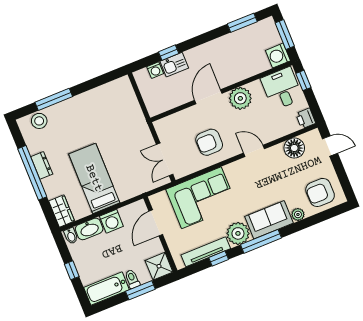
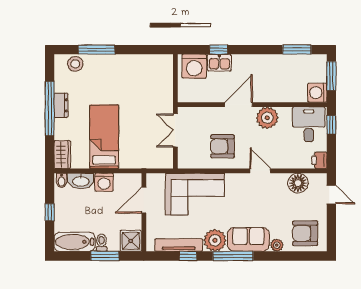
washing machine: (155, 70) -> (194, 66), width x1.89, depth x1.89
double door: (165, 159) -> (175, 130), moved

